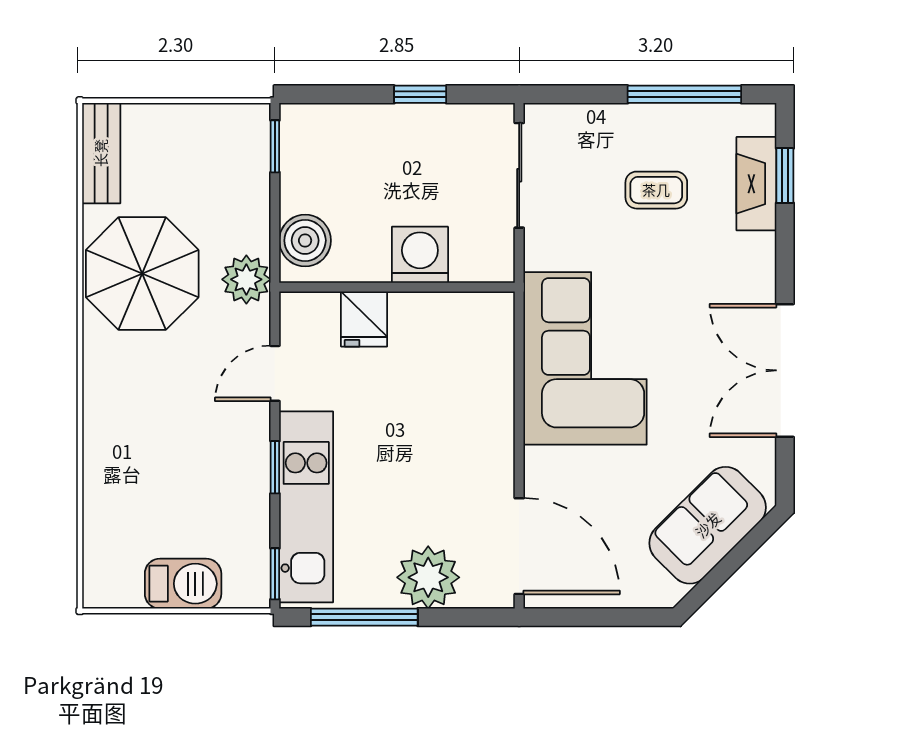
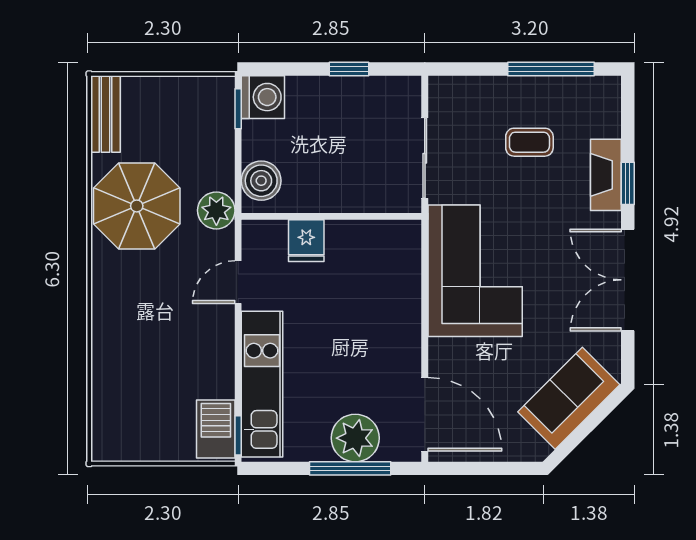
sliding door: (519, 175) -> (425, 158), moved
window: (785, 176) -> (628, 183), moved
fireplace: (756, 184) -> (606, 175), moved
washing machine: (420, 255) -> (263, 97), moved, turned 90
window: (275, 467) -> (238, 354), removed
barbecue: (183, 584) -> (216, 429), moved, turned -90
window: (364, 617) -> (350, 468), moved

